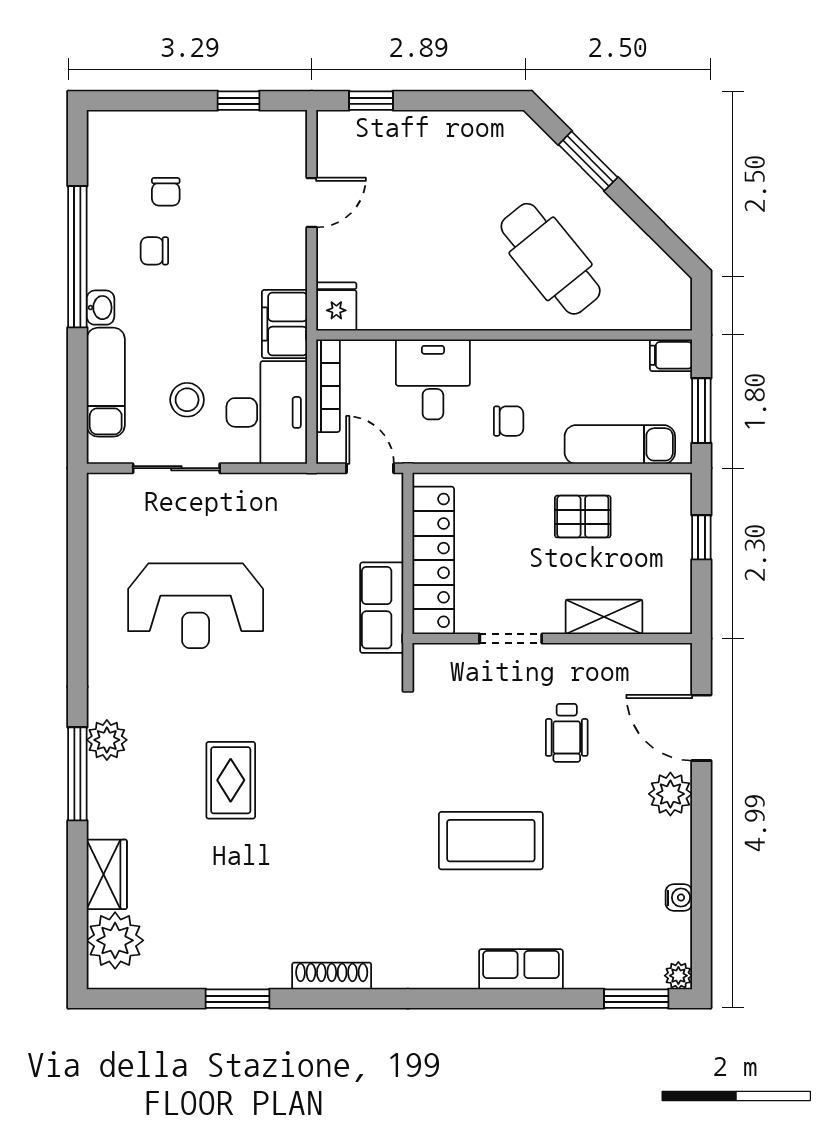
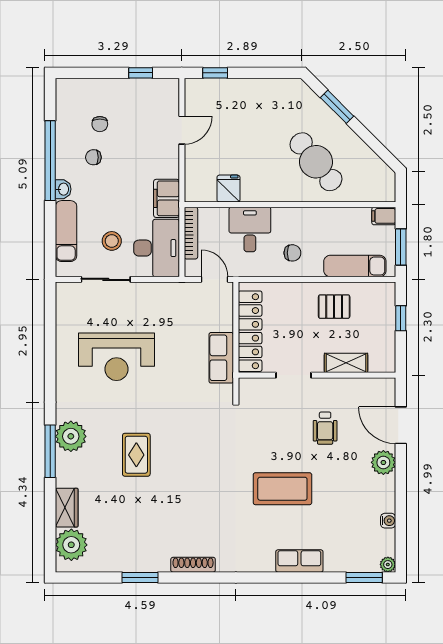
fridge: (336, 306) -> (228, 189), moved
plant: (107, 740) -> (71, 436), width x1.36, depth x1.36

